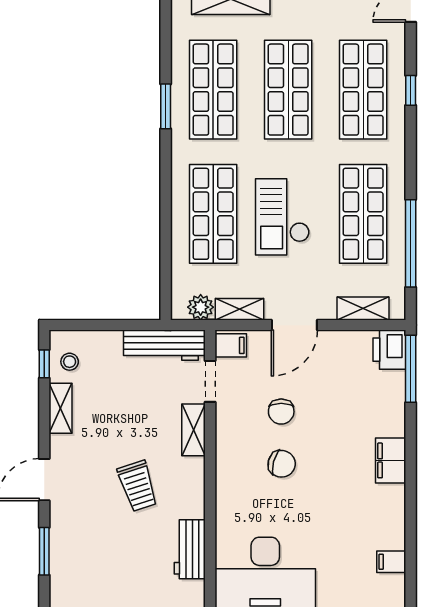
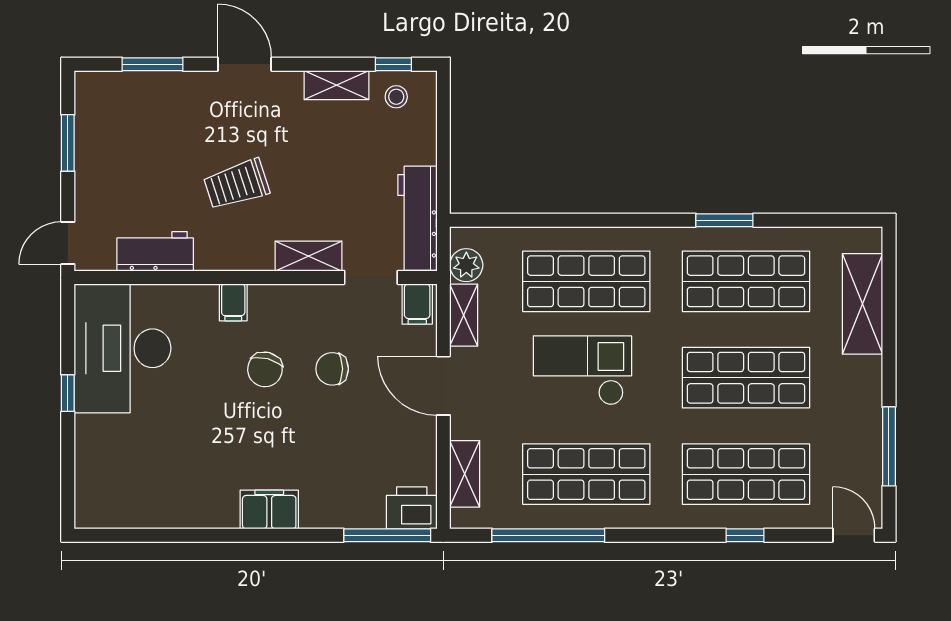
filing cabinet: (391, 562) -> (233, 302), moved, turned 180

